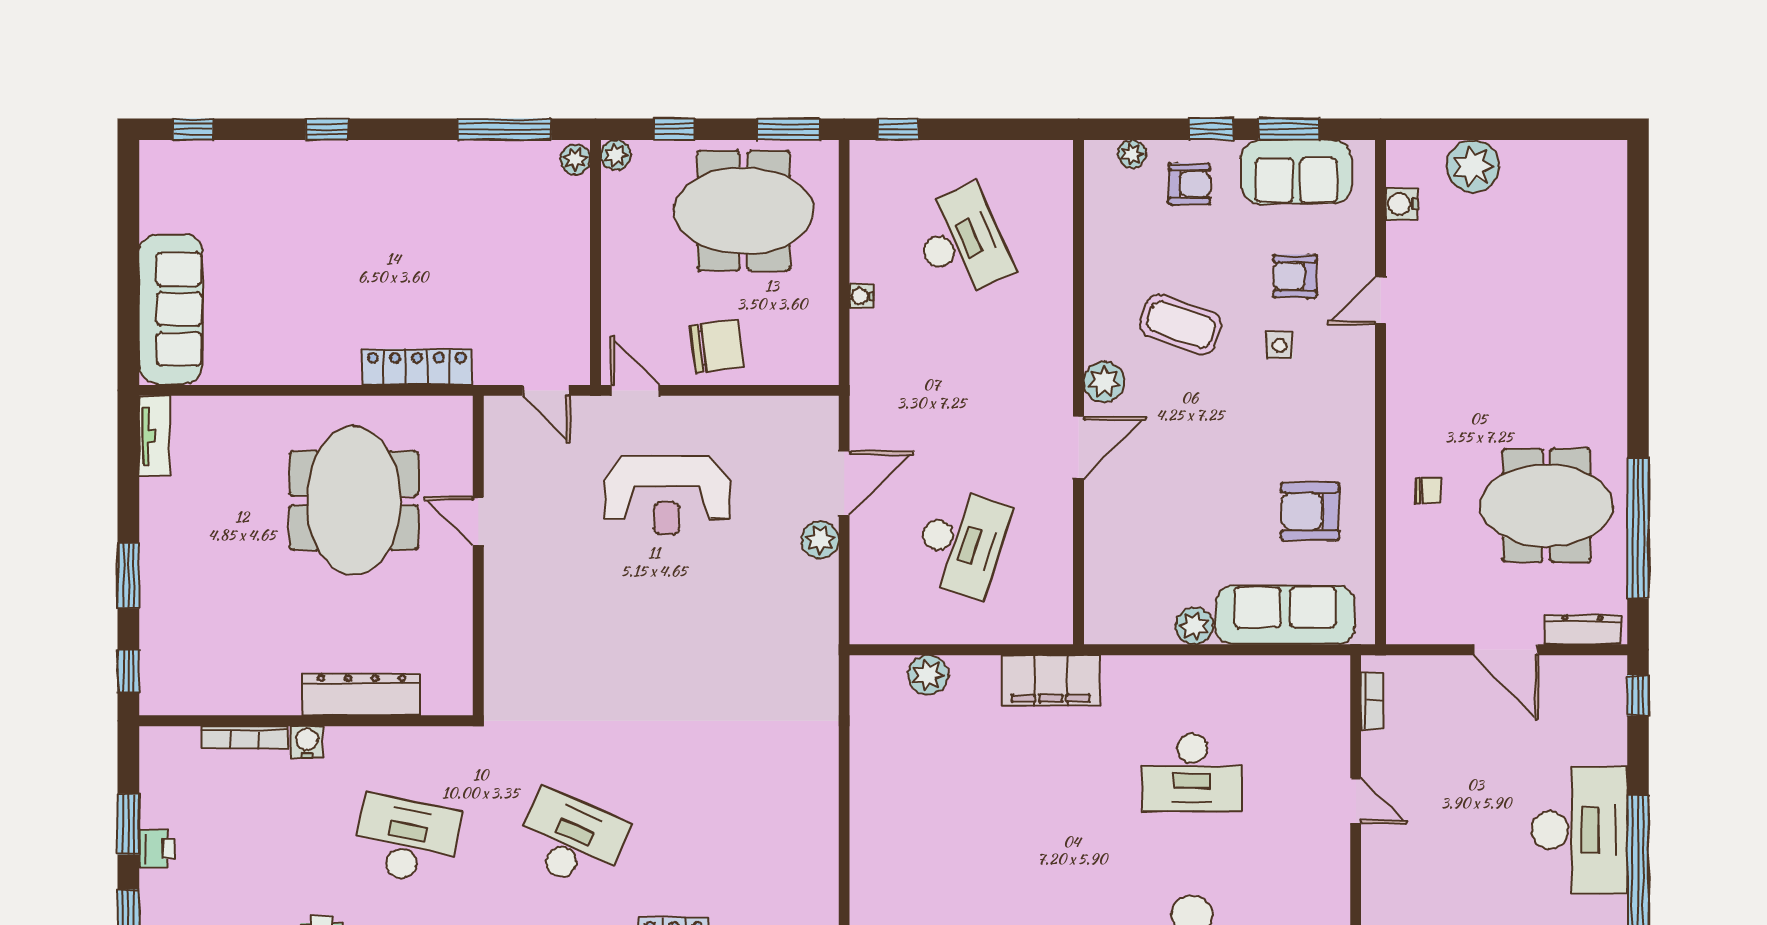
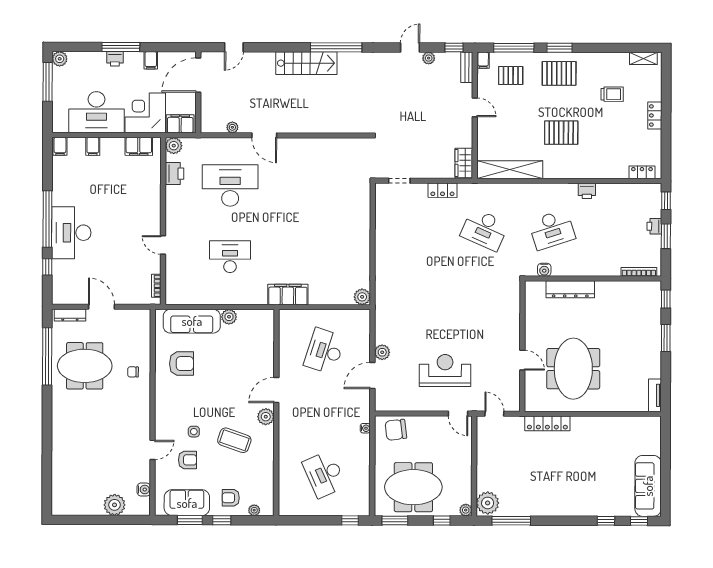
window: (327, 129) -> (606, 521), moved
plant: (575, 159) -> (488, 503), width x1.88, depth x1.88
water cooler: (861, 296) -> (365, 428), moved
sofa: (171, 309) -> (648, 486), moved
chair: (716, 346) -> (396, 430), moved
plant: (928, 675) -> (362, 297), moved
window: (1638, 695) -> (47, 267), moved
bookcase: (245, 737) -> (639, 272), moved
water cooler: (307, 742) -> (544, 270), moved
desk: (407, 840) -> (552, 230), turned -30

